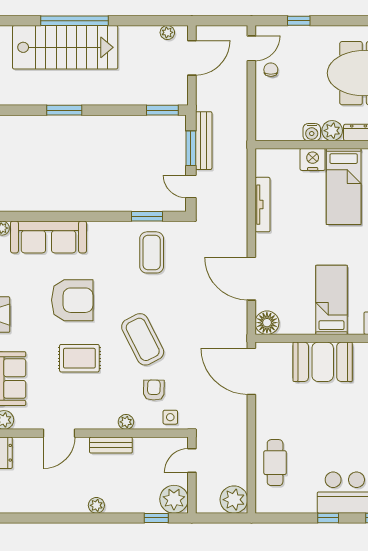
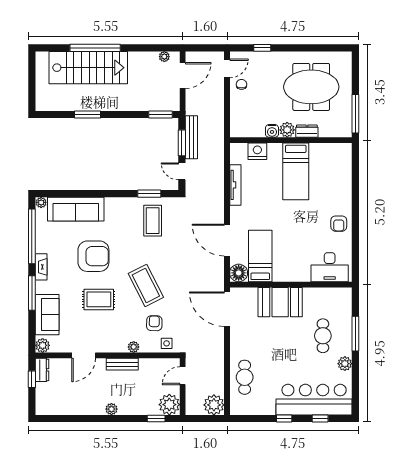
nightstand: (313, 159) -> (257, 151), moved
bed: (331, 300) -> (260, 256), moved

